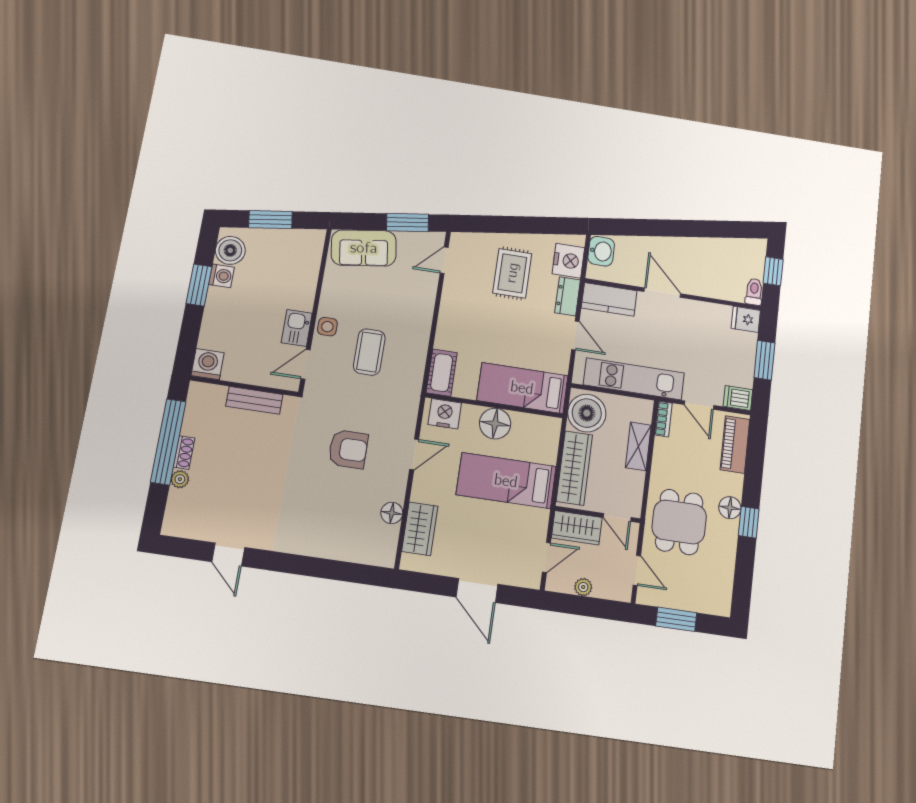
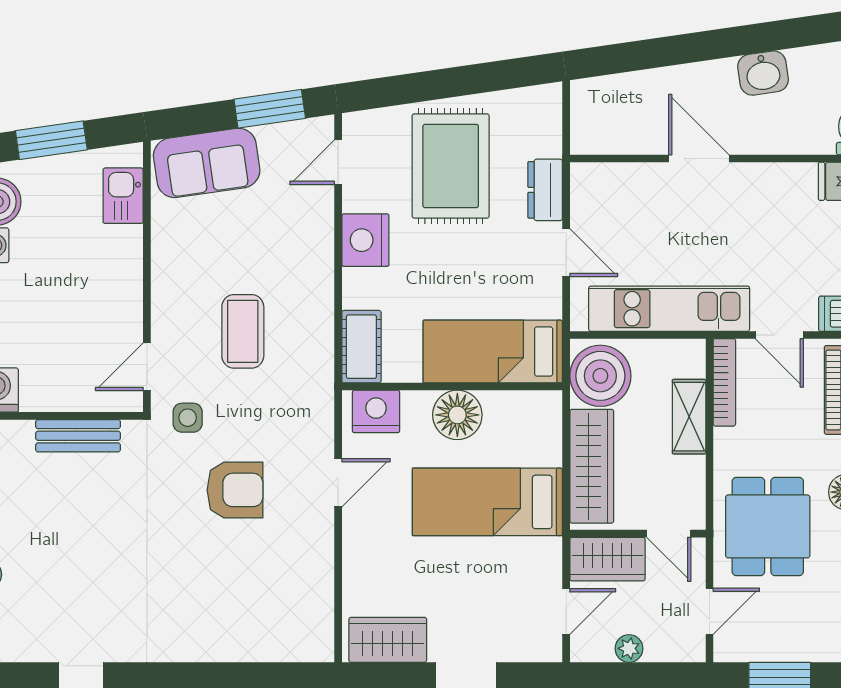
washbasin: (601, 251) -> (763, 73), moved, turned 82
nightstand: (568, 261) -> (365, 240), moved, turned 180
rug: (512, 273) -> (451, 166), width x1.36, depth x1.43
kitchen counter: (609, 299) -> (613, 184), removed
side table: (327, 327) -> (188, 418), moved
kitchen sink: (297, 328) -> (123, 196), moved
bookcase: (663, 419) -> (724, 382), width x1.56
floor lamp: (392, 513) -> (318, 578), removed
wardrobe: (420, 529) -> (388, 640), moved, turned -90
door: (637, 570) -> (709, 611), hinge flipped

